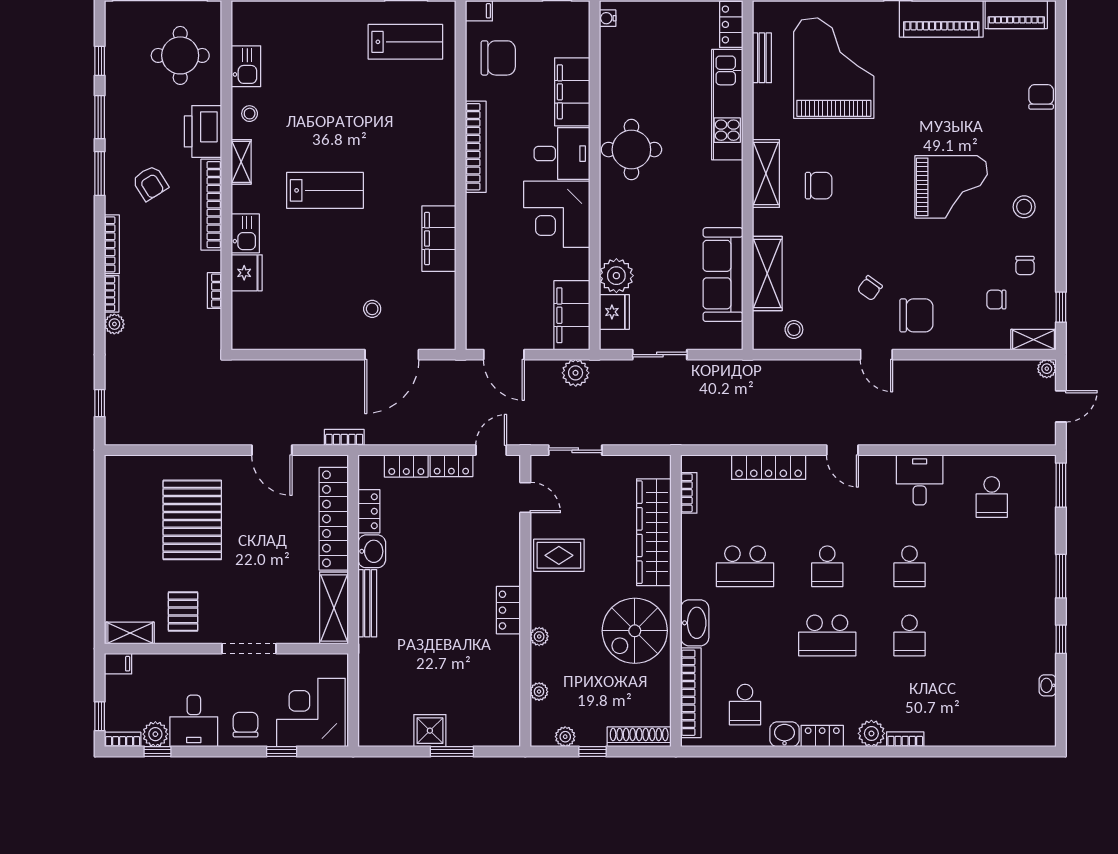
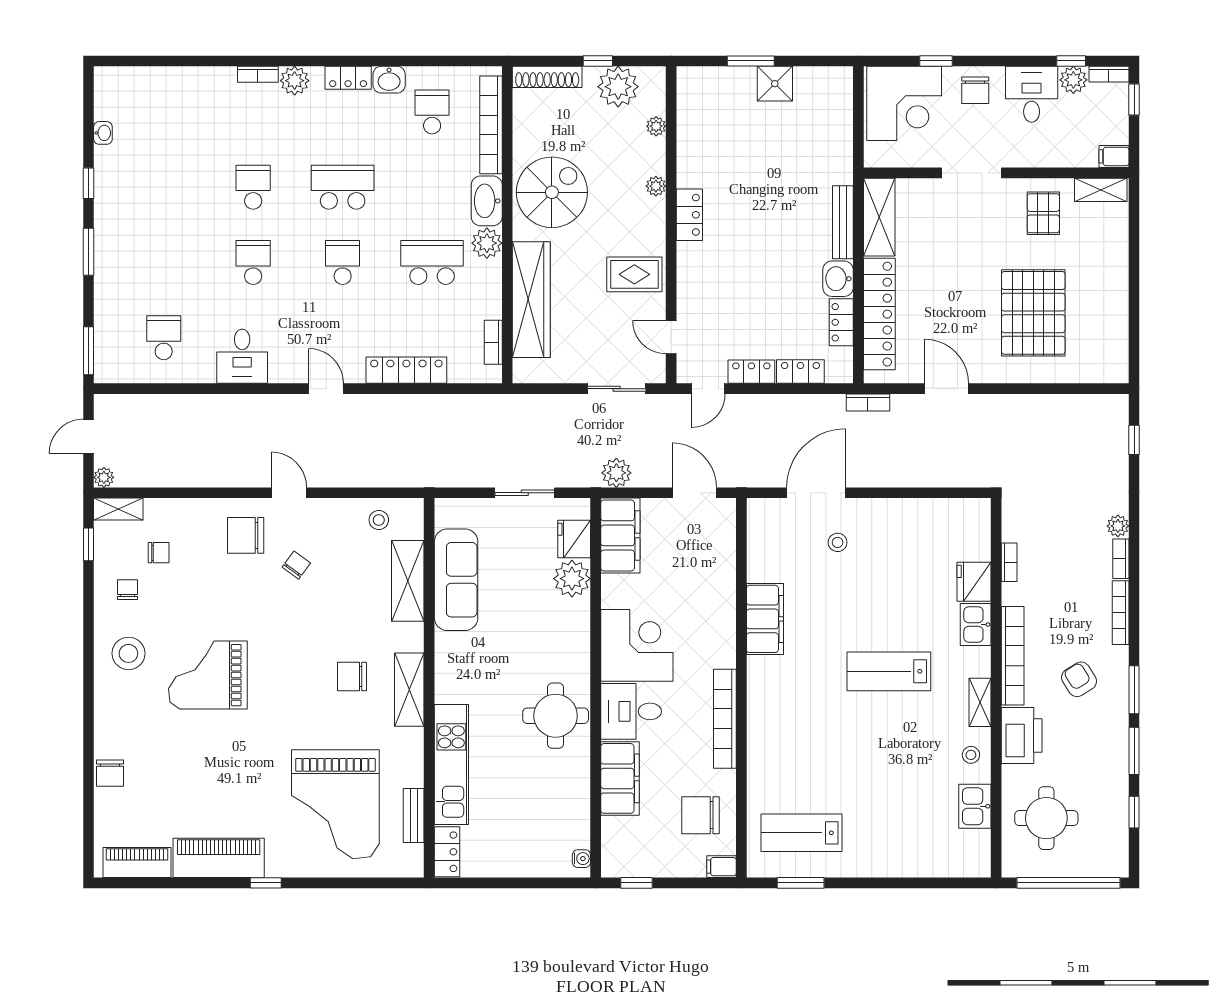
stool: (1024, 207) -> (128, 653), width x1.38, depth x1.38
plant: (695, 584) -> (487, 243), added
plant: (565, 737) -> (618, 87), width x1.87, depth x1.87

